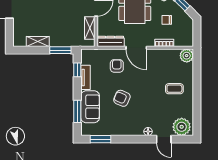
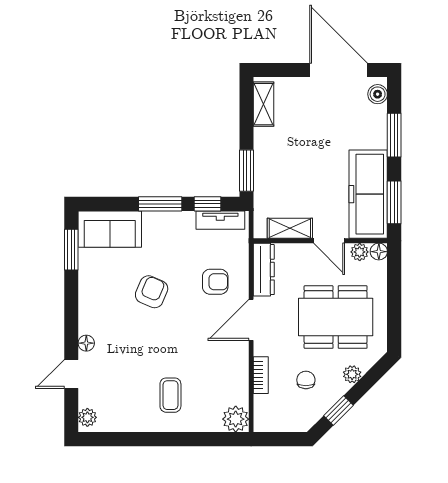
shelving: (38, 41) -> (263, 104), moved
tv unit: (85, 77) -> (220, 220), moved
sofa: (90, 107) -> (110, 229), moved
window: (77, 111) -> (160, 204), moved
plant: (182, 127) -> (87, 417), width x0.53, depth x0.53

